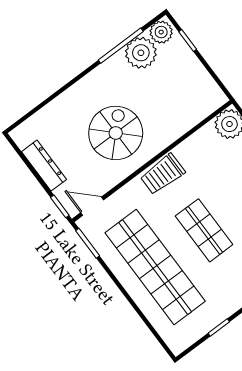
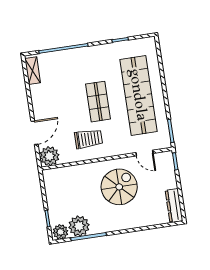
spiral stairs: (116, 133) -> (119, 187), turned 180
dresser: (44, 166) -> (174, 206), moved
trolley: (163, 174) -> (89, 139), moved
door: (92, 206) -> (145, 153), moved

